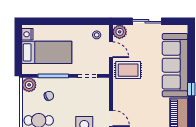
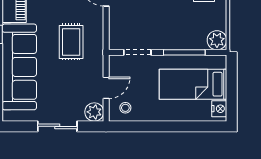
door: (111, 50) -> (106, 88), swing flipped
rug: (128, 70) -> (71, 42), moved, turned 90
chair: (49, 96) -> (190, 25), removed

